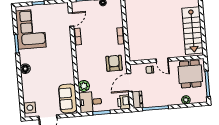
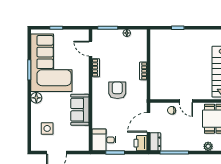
door: (71, 20) -> (91, 49), swing flipped
corner sofa: (31, 29) -> (51, 63), width x1.36, depth x1.36
armchair: (114, 63) -> (117, 90), moved
plant: (84, 86) -> (98, 122), removed
sofa: (68, 98) -> (80, 110), moved
side table: (30, 108) -> (47, 128), moved

